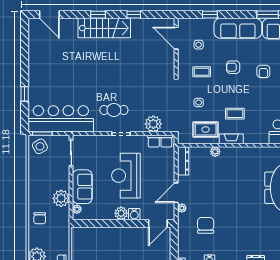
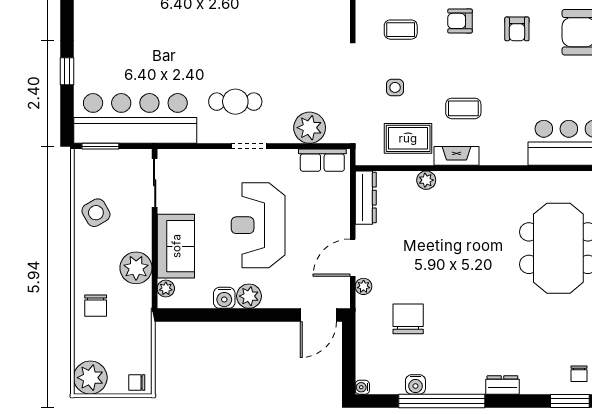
side table: (40, 146) -> (96, 213), moved
water cooler: (134, 214) -> (224, 298), moved

